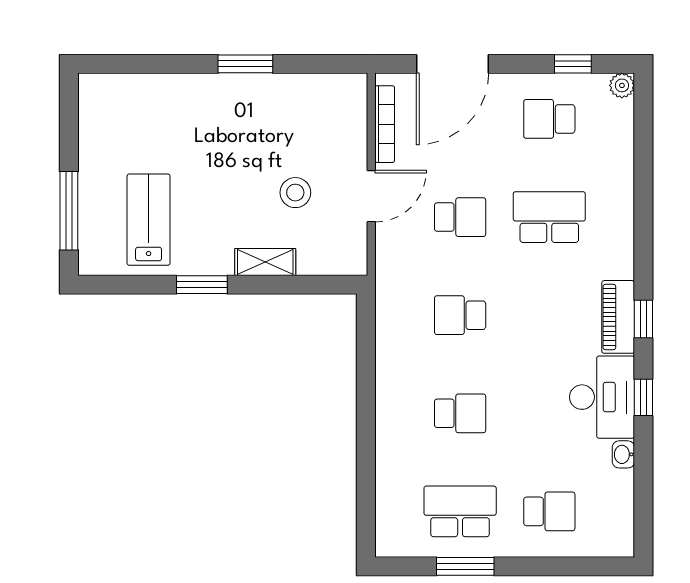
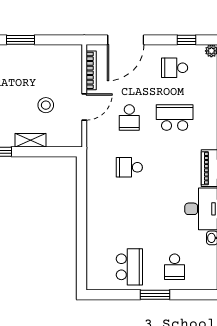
school desk: (460, 217) -> (129, 118), turned 90
school desk: (460, 413) -> (129, 217), removed
school desk: (460, 511) -> (129, 267), turned 90
school desk: (549, 511) -> (175, 267), turned 90
window: (465, 566) -> (155, 295), moved

